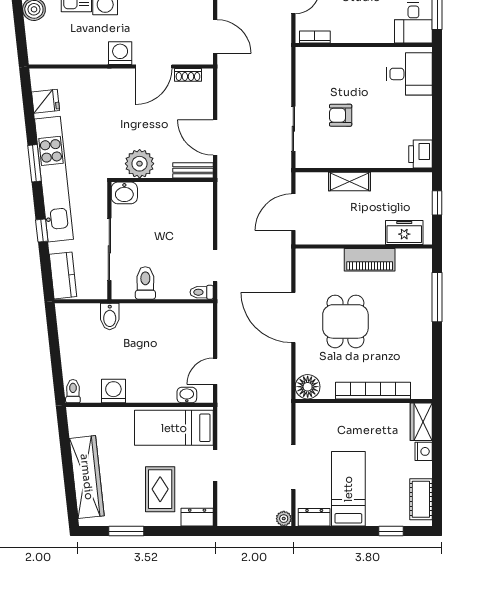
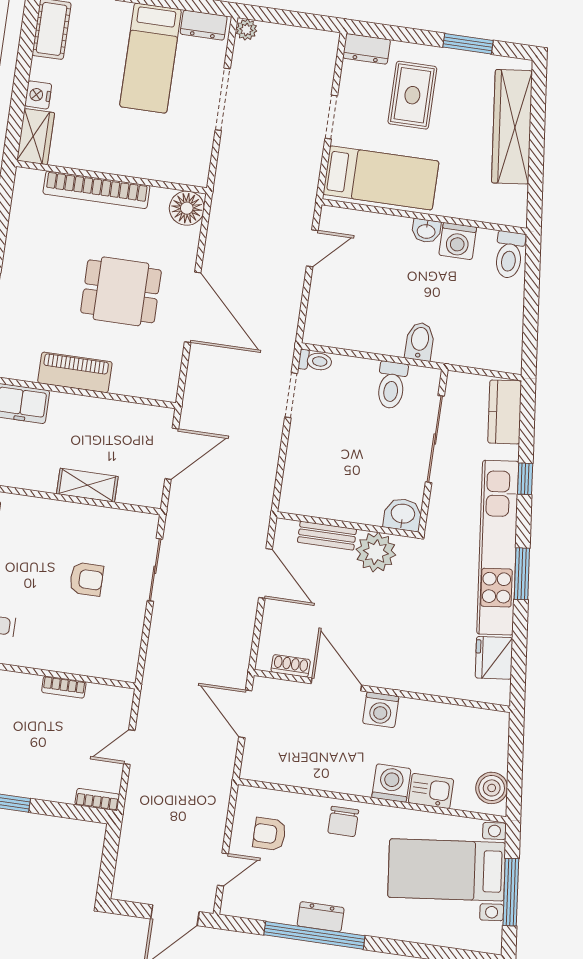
bookcase: (315, 37) -> (64, 687), moved
door: (154, 67) -> (336, 684), hinge flipped
fridge: (46, 101) -> (494, 658), width x1.38
bench: (193, 170) -> (327, 536), moved
bidet: (110, 317) -> (420, 341), moved
dining table: (345, 321) -> (121, 291), turned 90
toilet: (73, 391) -> (509, 255), width x1.37, depth x1.39
washbasin: (187, 395) -> (426, 231), moved

